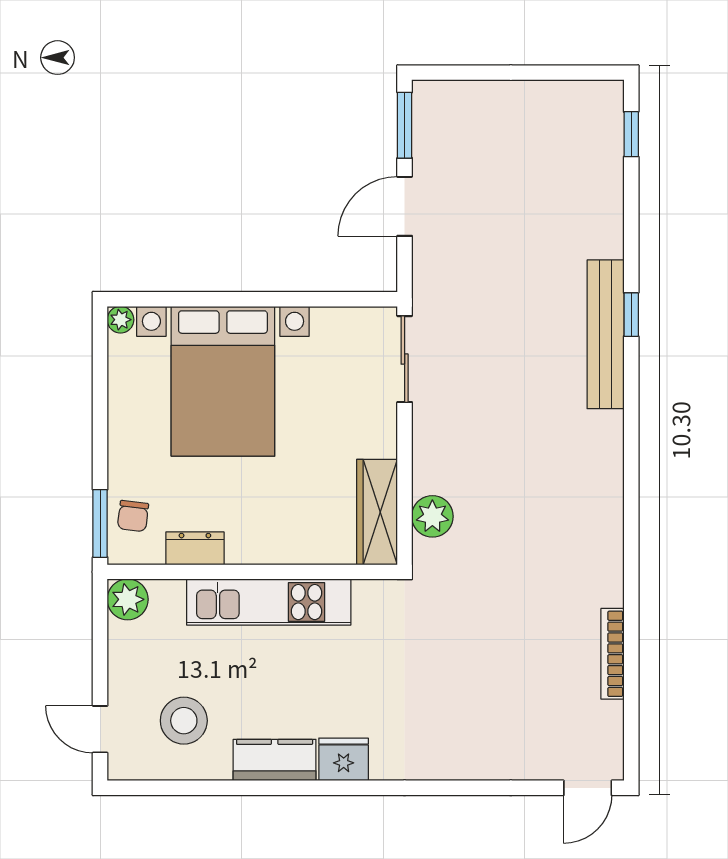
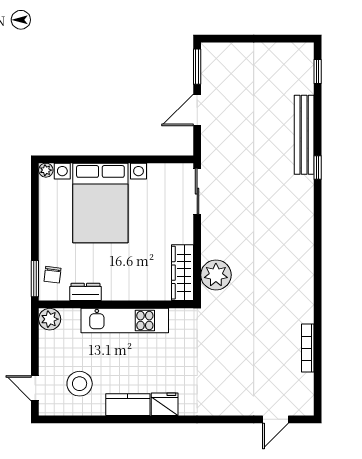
bench: (606, 334) -> (304, 135), moved
plant: (432, 516) -> (216, 275), width x1.36, depth x1.36
door: (588, 788) -> (275, 419), moved

